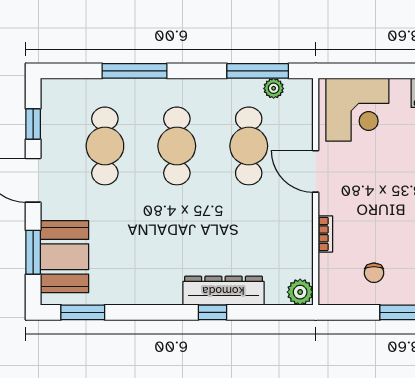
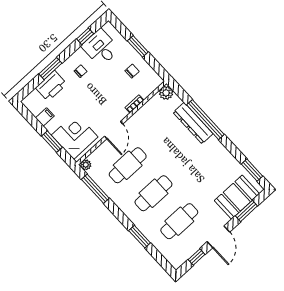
window: (134, 71) -> (140, 237), width x0.69
window: (378, 71) -> (52, 142), added
plant: (274, 88) -> (86, 165), moved
window: (213, 312) -> (205, 120), width x3.17

